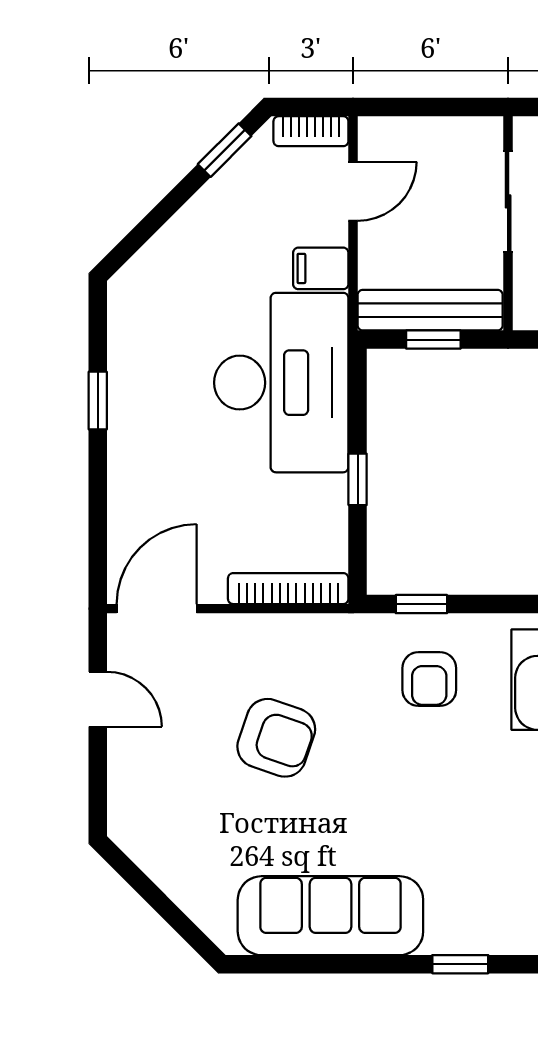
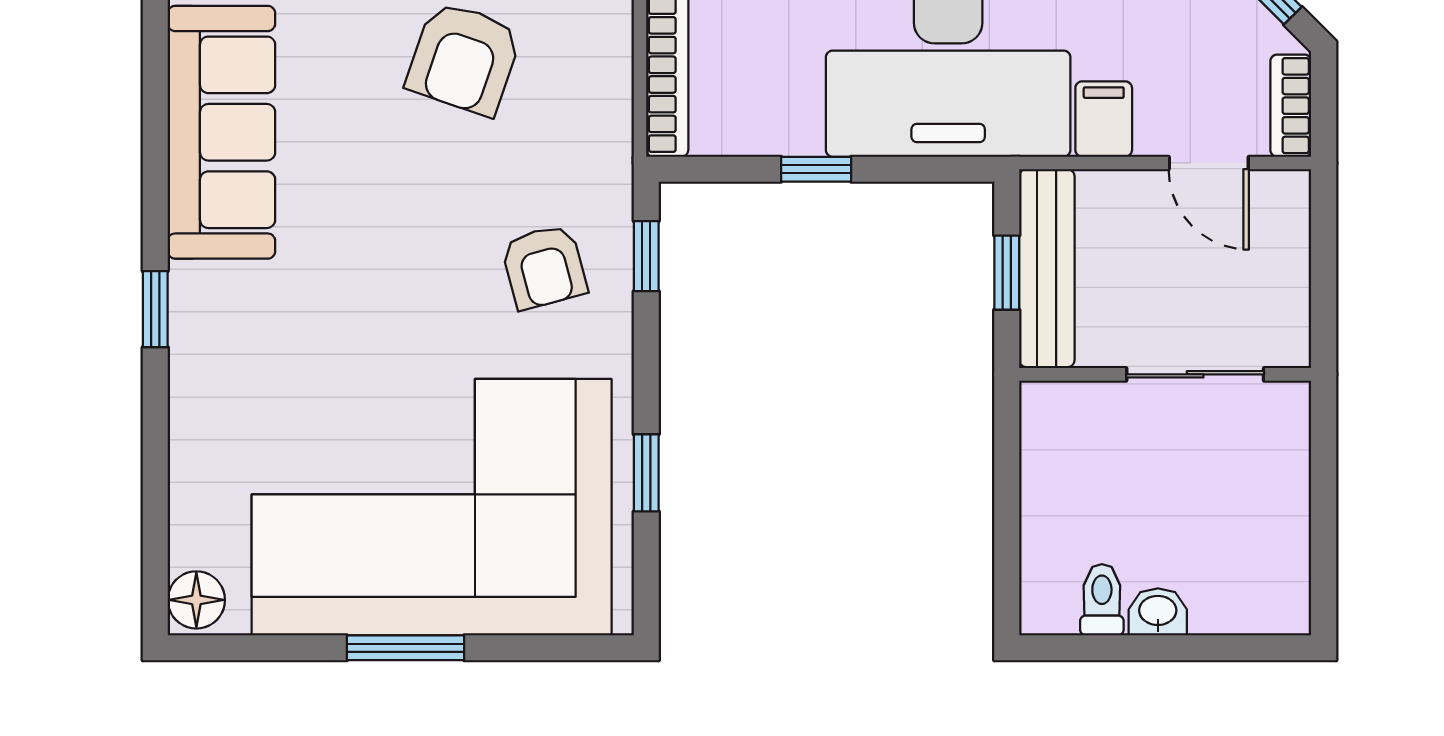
armchair: (429, 679) -> (544, 267), turned -105

